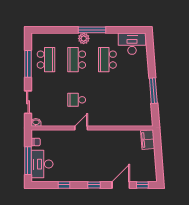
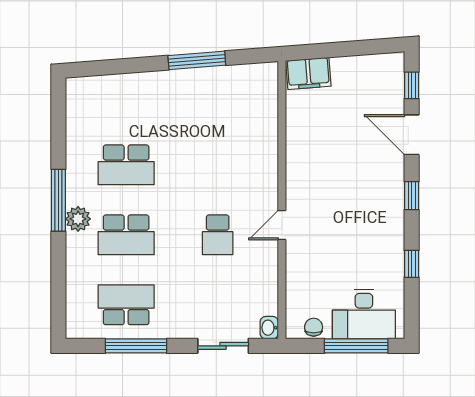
desk: (132, 44) -> (90, 109), removed
door: (81, 128) -> (282, 225), hinge flipped

